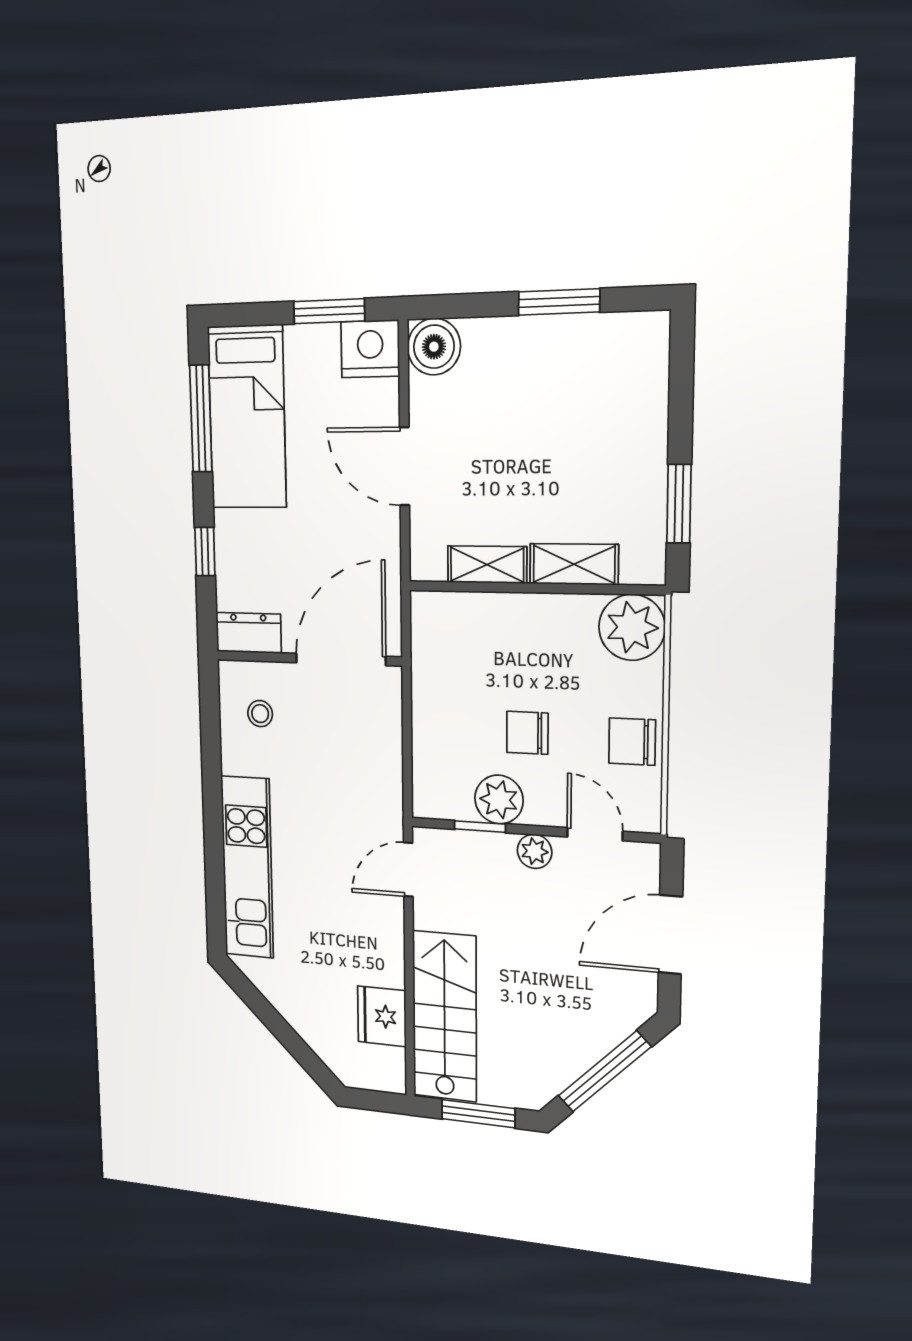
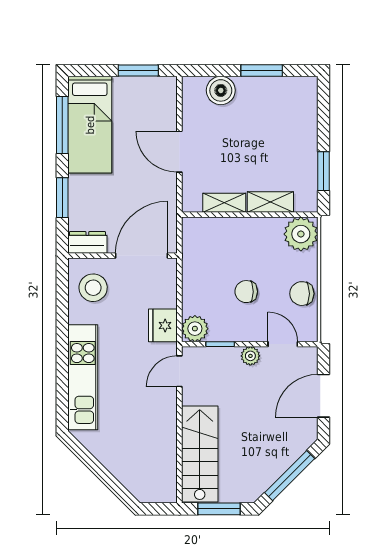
boiler: (434, 347) -> (221, 90), moved
nightstand: (370, 349) -> (161, 91), removed
window: (205, 552) -> (62, 198), width x1.50
stool: (260, 714) -> (93, 288), width x1.89, depth x1.89
plant: (499, 799) -> (195, 329), moved
fridge: (382, 1016) -> (163, 325), moved

